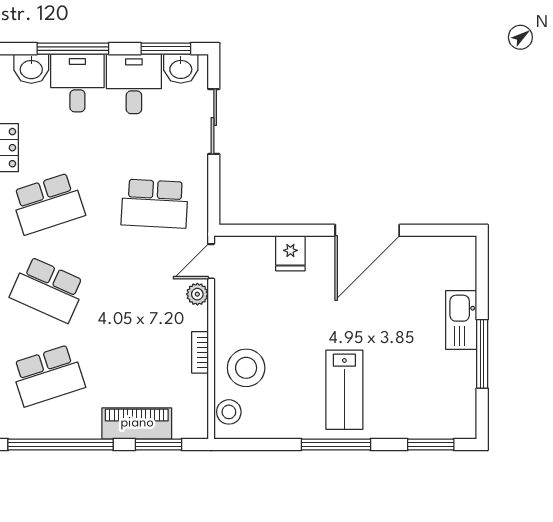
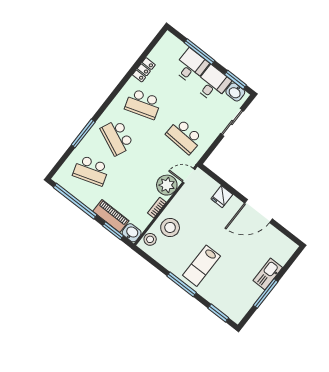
washbasin: (31, 69) -> (132, 233), moved, turned 180
plant: (197, 294) -> (167, 185), width x1.87, depth x1.87

